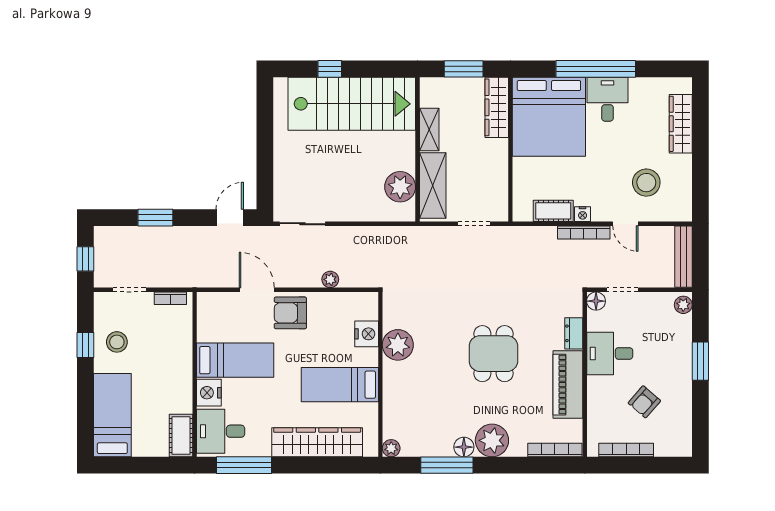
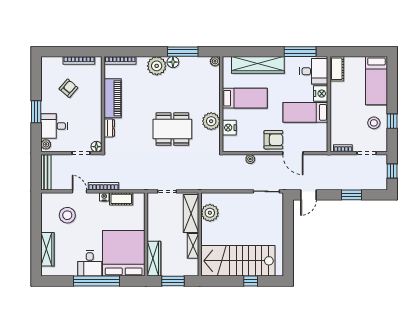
desk: (610, 353) -> (54, 126), moved, turned 180
dining table: (493, 354) -> (172, 129), moved, width x1.38

